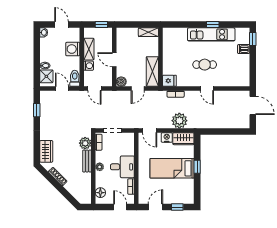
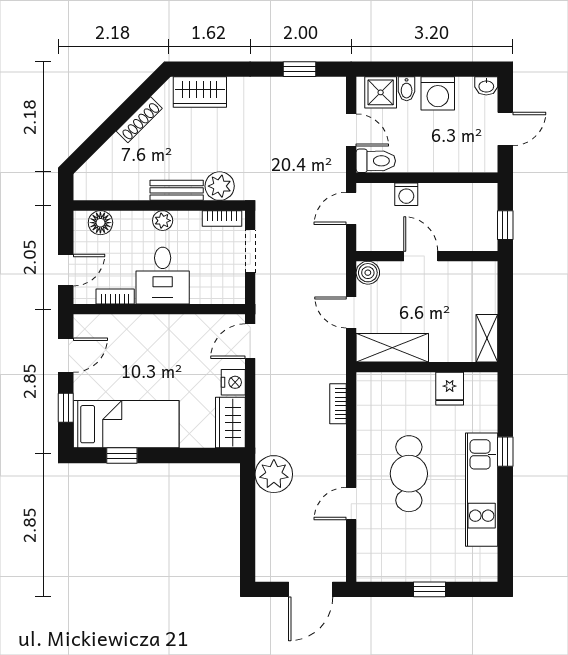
window: (213, 25) -> (505, 452), moved
window: (253, 39) -> (430, 589), moved
washing machine: (73, 49) -> (438, 93), moved, turned 180
shelving: (89, 49) -> (446, 195), removed
dishwasher: (244, 49) -> (446, 567), removed
door: (114, 60) -> (421, 256), hinge flipped
cafe table: (205, 65) -> (409, 474), width x1.37, depth x1.35
fridge: (169, 81) -> (450, 389), moved
door: (62, 89) -> (351, 130), hinge flipped
door: (207, 89) -> (351, 504), moved
plant: (179, 121) -> (274, 474), moved
window: (197, 167) -> (122, 456), moved
bed: (172, 168) -> (126, 424), moved, turned 90
door: (155, 207) -> (66, 355), hinge flipped

